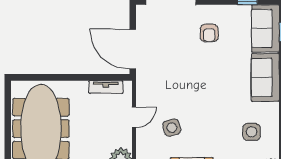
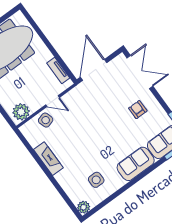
armchair: (209, 33) -> (138, 110), turned 90
side table: (172, 128) -> (46, 120), moved

